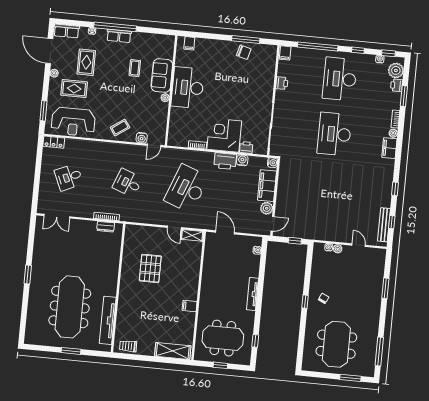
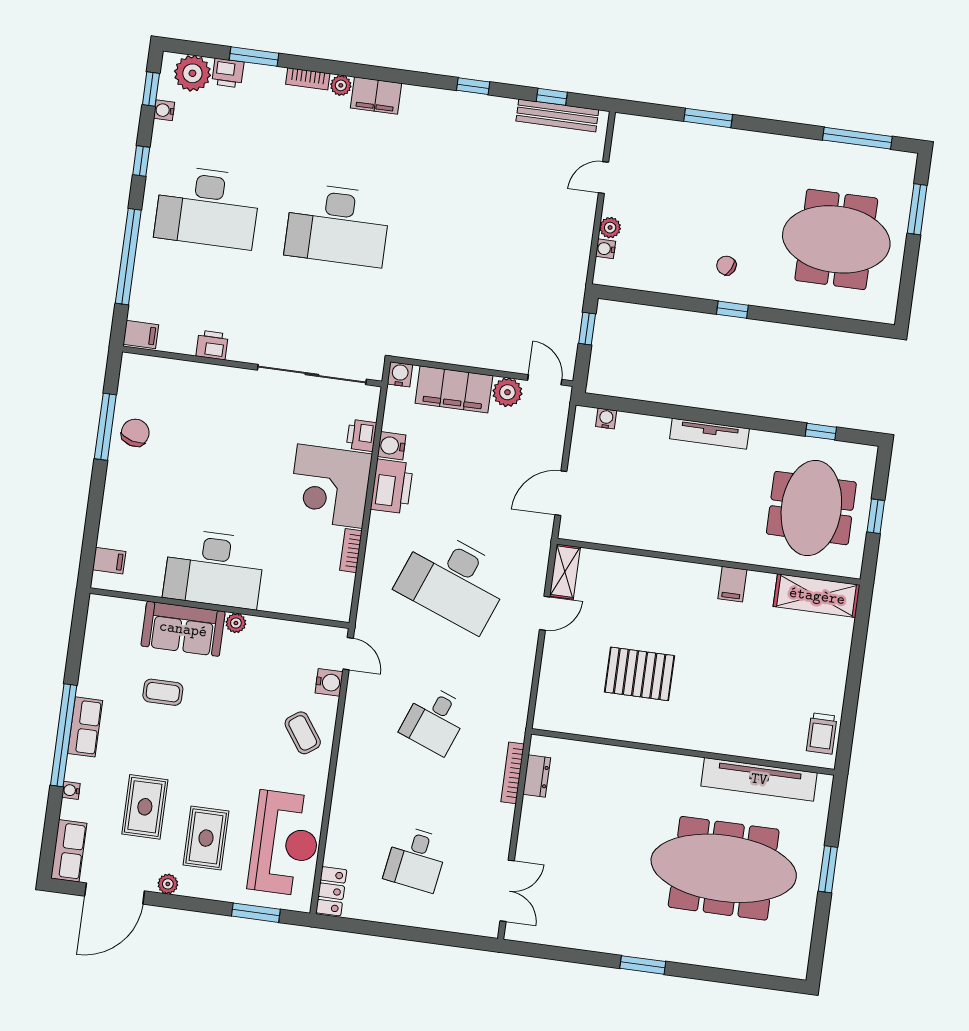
rug: (86, 62) -> (145, 807), turned 90
desk: (69, 177) -> (416, 859), turned 33
shelving: (173, 351) -> (817, 596), moved, turned 90

